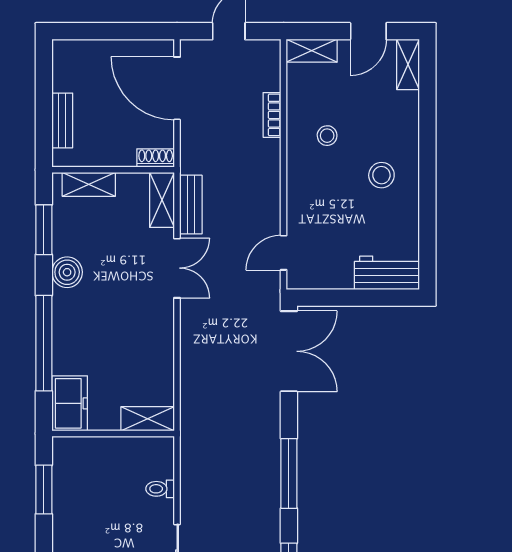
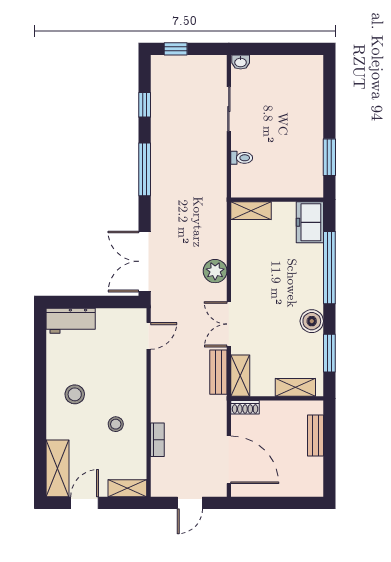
shelving: (408, 64) -> (58, 468), width x1.50, depth x1.33
plant: (195, 339) -> (215, 271), added

